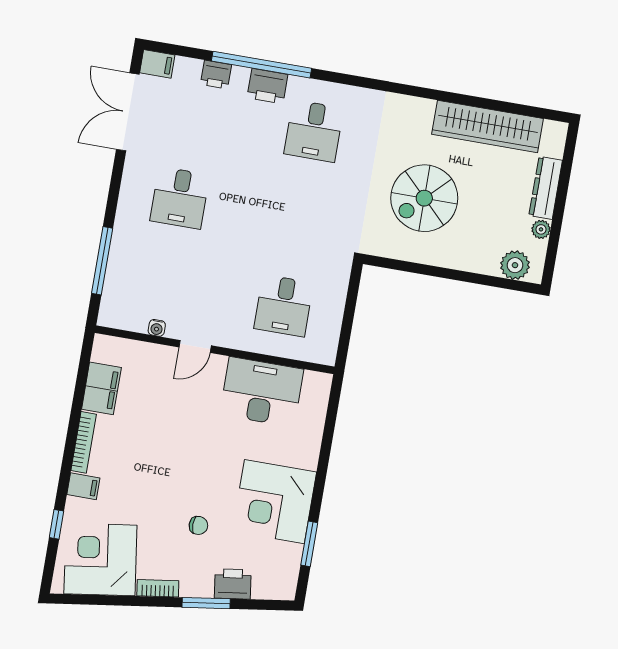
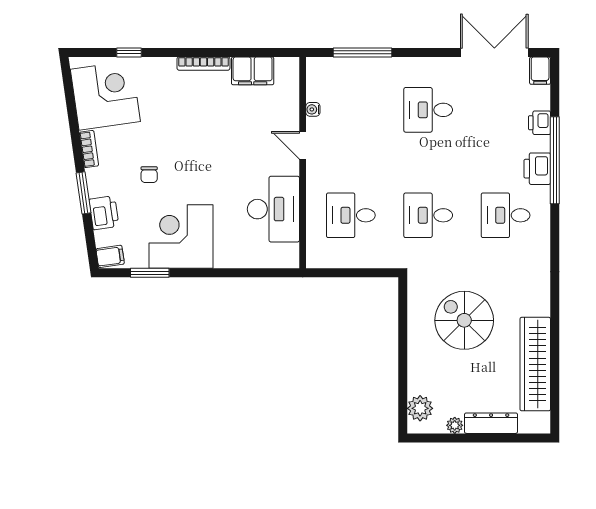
desk: (299, 218) -> (428, 215), added
filing cabinet: (83, 486) -> (110, 256), moved, turned -98

